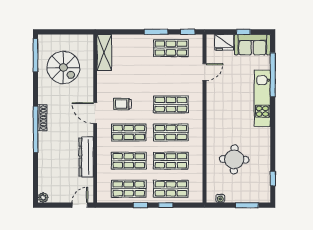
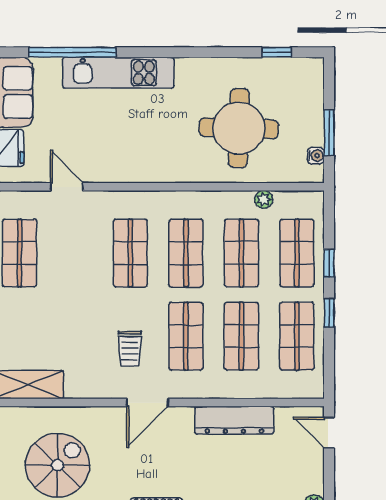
round table: (234, 159) -> (239, 128), width x1.36, depth x1.36
plant: (198, 172) -> (264, 199), added
window: (247, 205) -> (329, 133), moved

